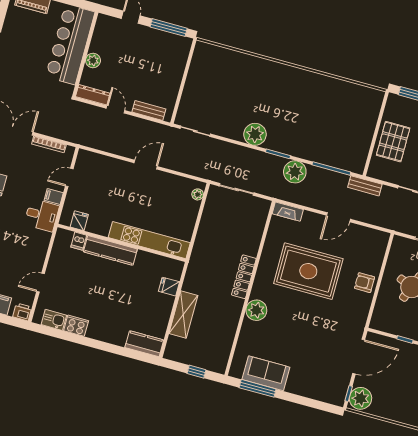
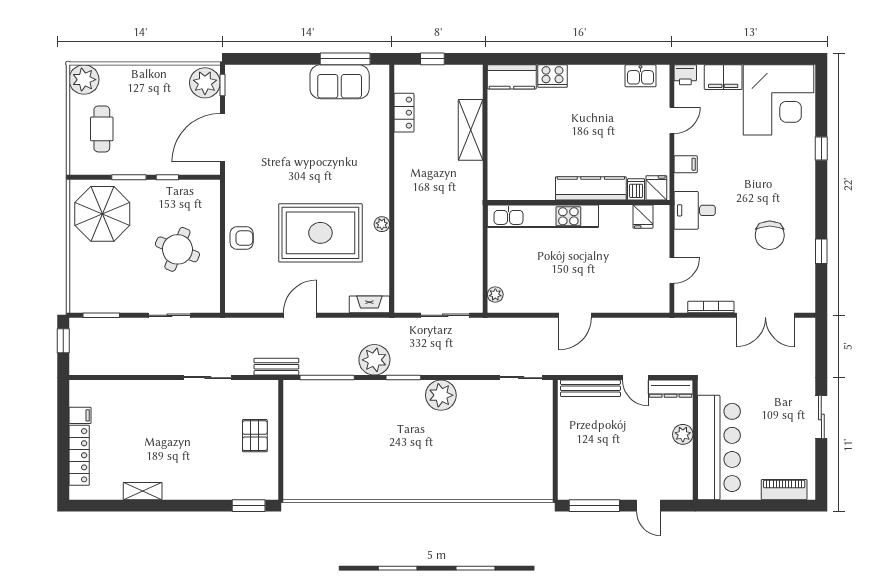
bench: (149, 110) -> (590, 388), width x1.36
pallet: (393, 142) -> (255, 436), width x0.67, depth x0.71
filing cabinet: (54, 196) -> (686, 164), moved
locker: (244, 277) -> (404, 113), moved, width x0.66
fridge: (169, 287) -> (656, 188), moved, turned -90
plant: (256, 310) -> (382, 224), moved, width x0.53, depth x0.53
cooker: (76, 326) -> (552, 76), moved

